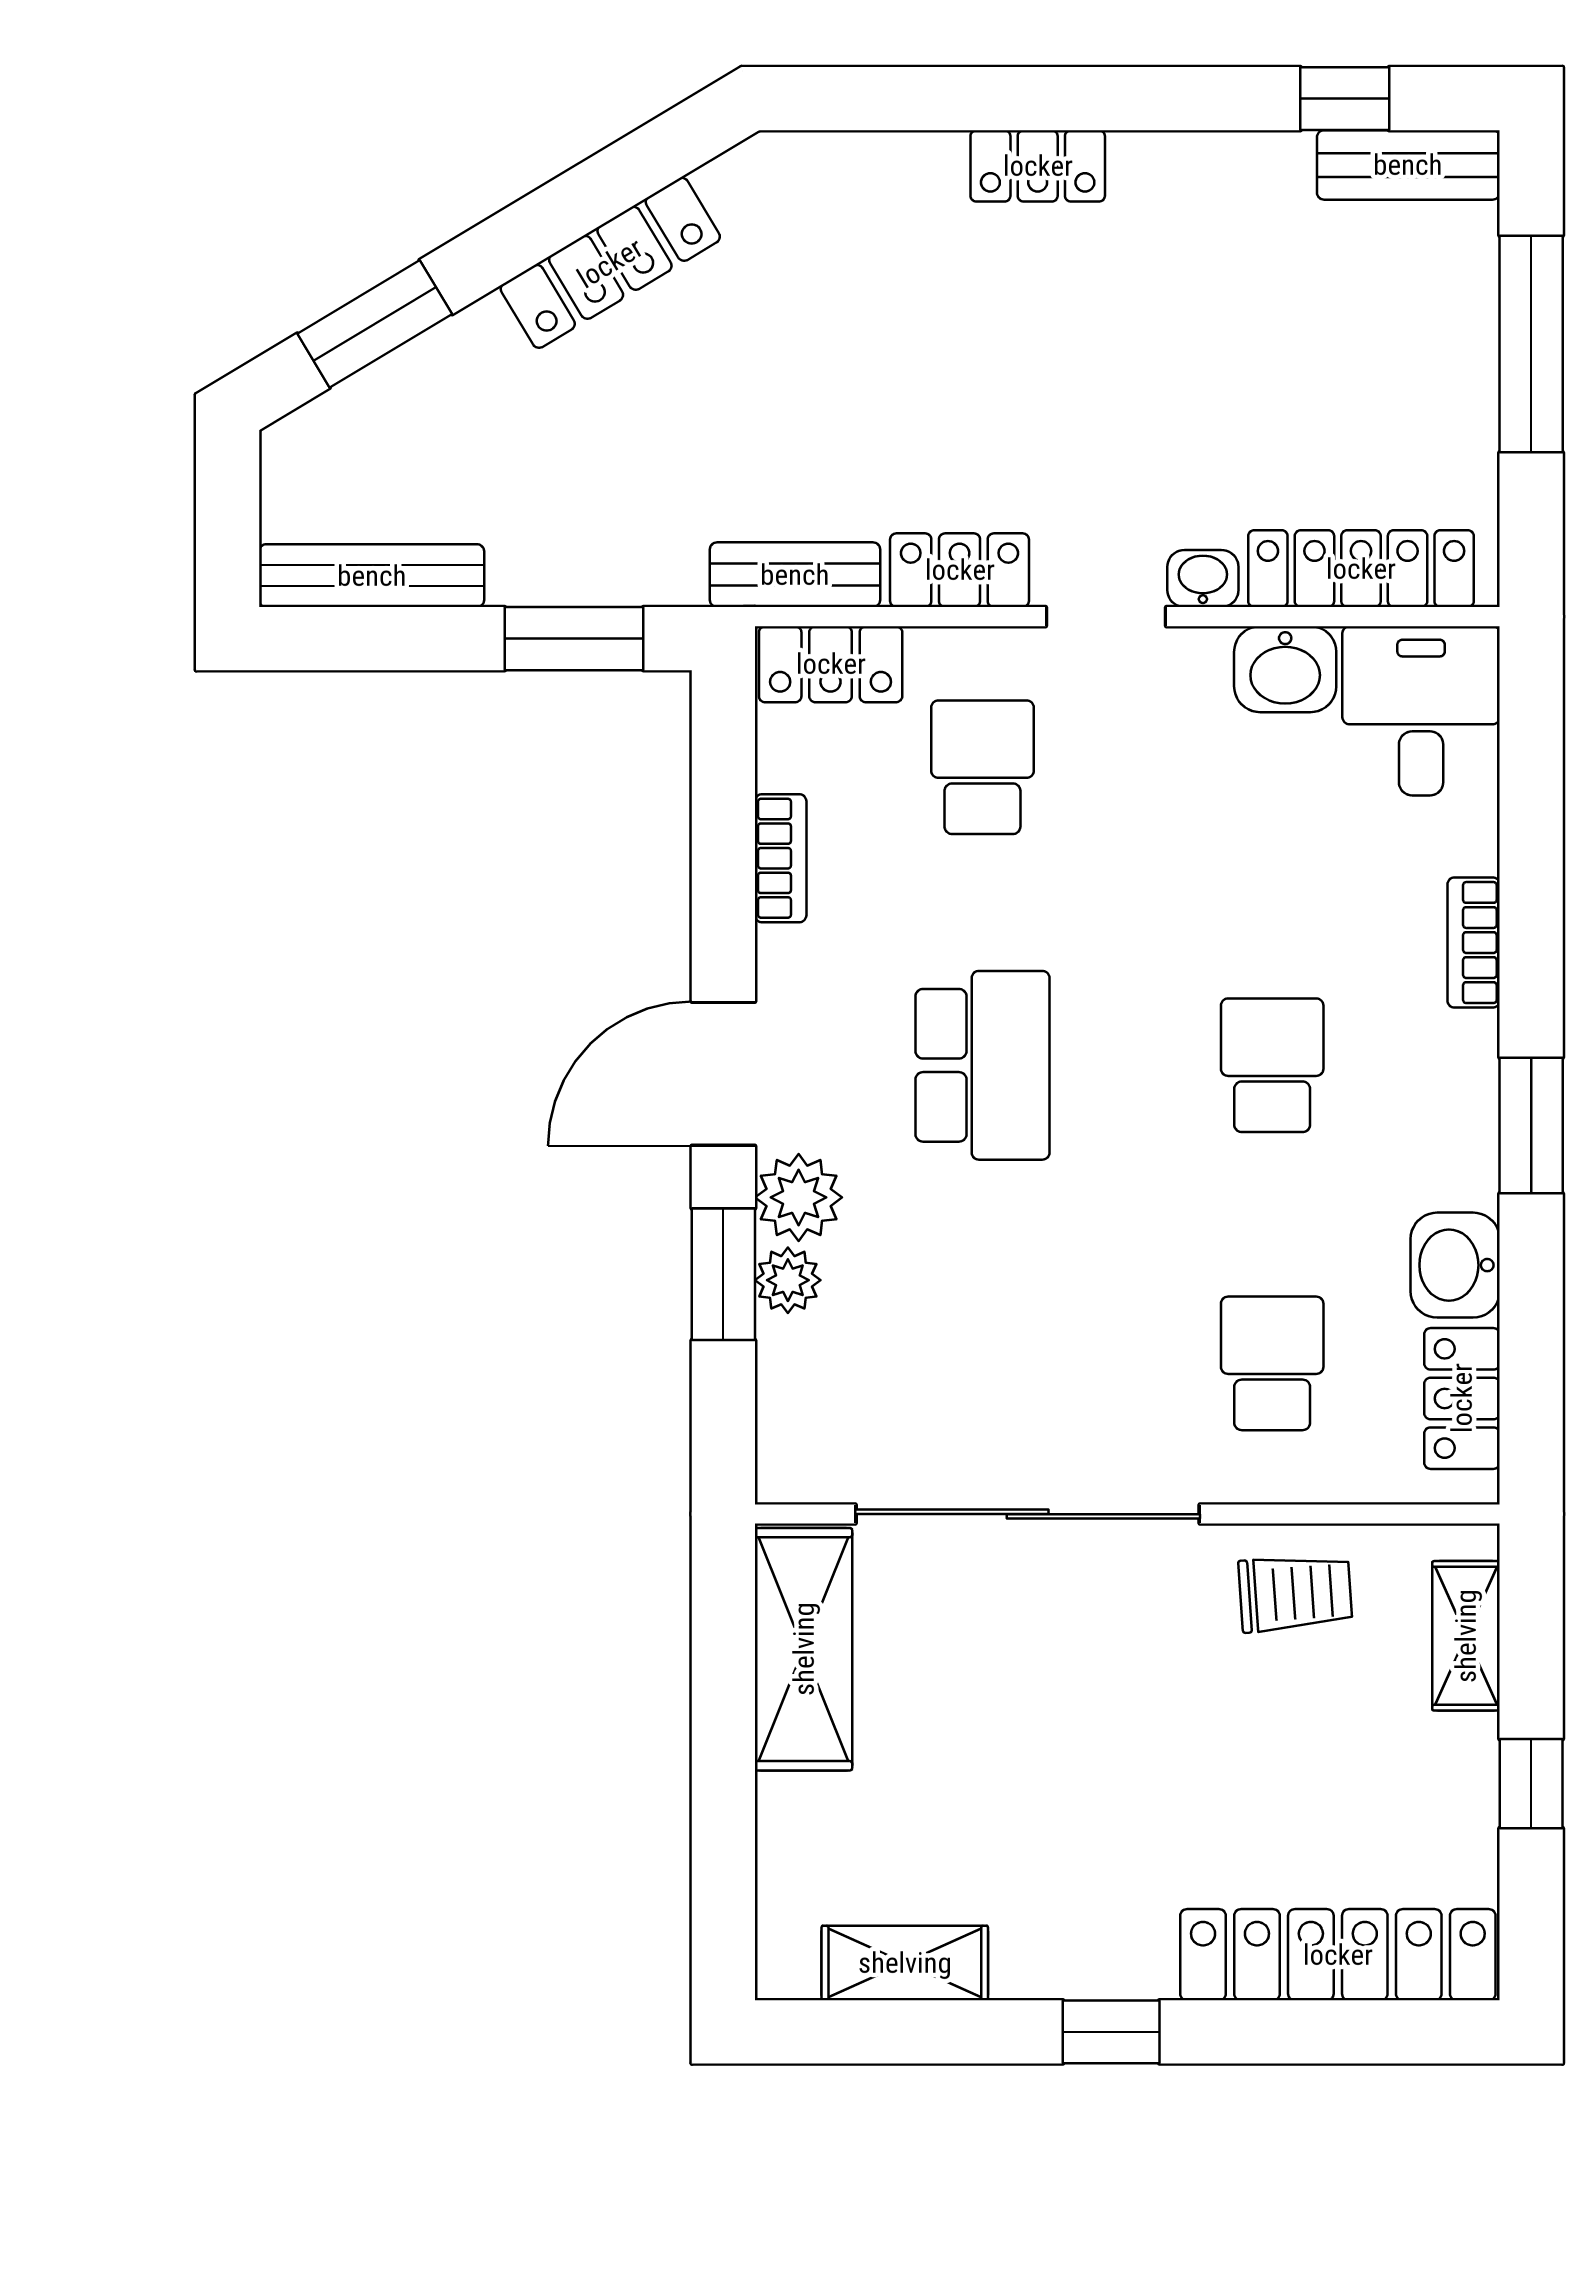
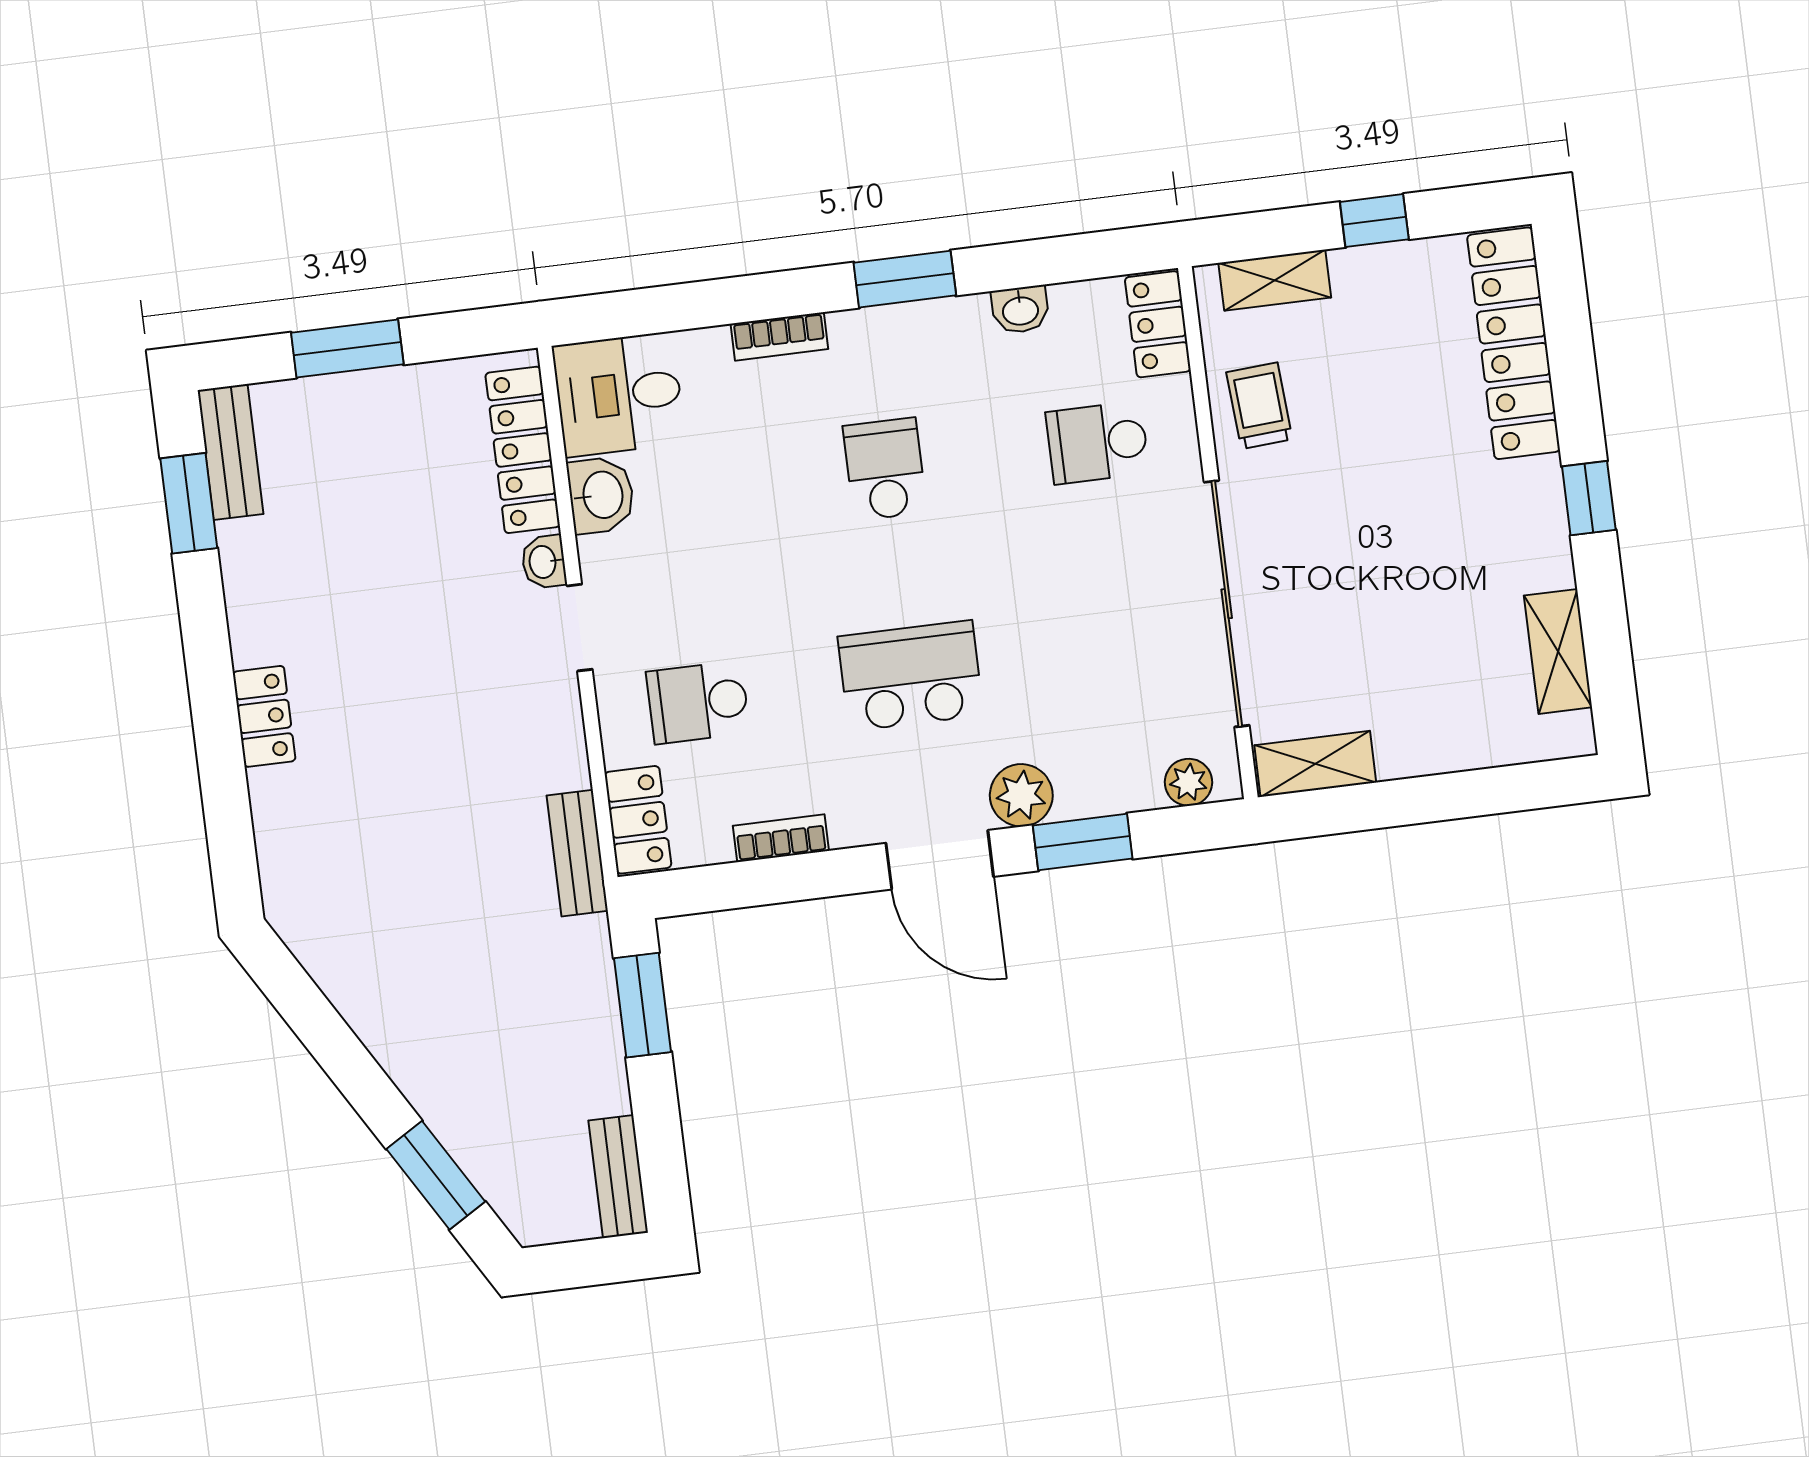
window: (1345, 99) -> (189, 503), width x1.50
locker: (610, 263) -> (371, 1013), removed
window: (1531, 344) -> (347, 348), width x0.69
locker: (960, 570) -> (559, 736), removed
bench: (372, 576) -> (618, 1177), width x0.73
school desk: (1272, 1065) -> (885, 469), turned 90
washbasin: (1455, 1265) -> (1020, 310), width x0.72, depth x0.69
plant: (788, 1280) -> (1188, 782), moved
locker: (1462, 1398) -> (1158, 324), moved, turned 90
shelving: (804, 1649) -> (1315, 764), width x0.67, depth x0.75

